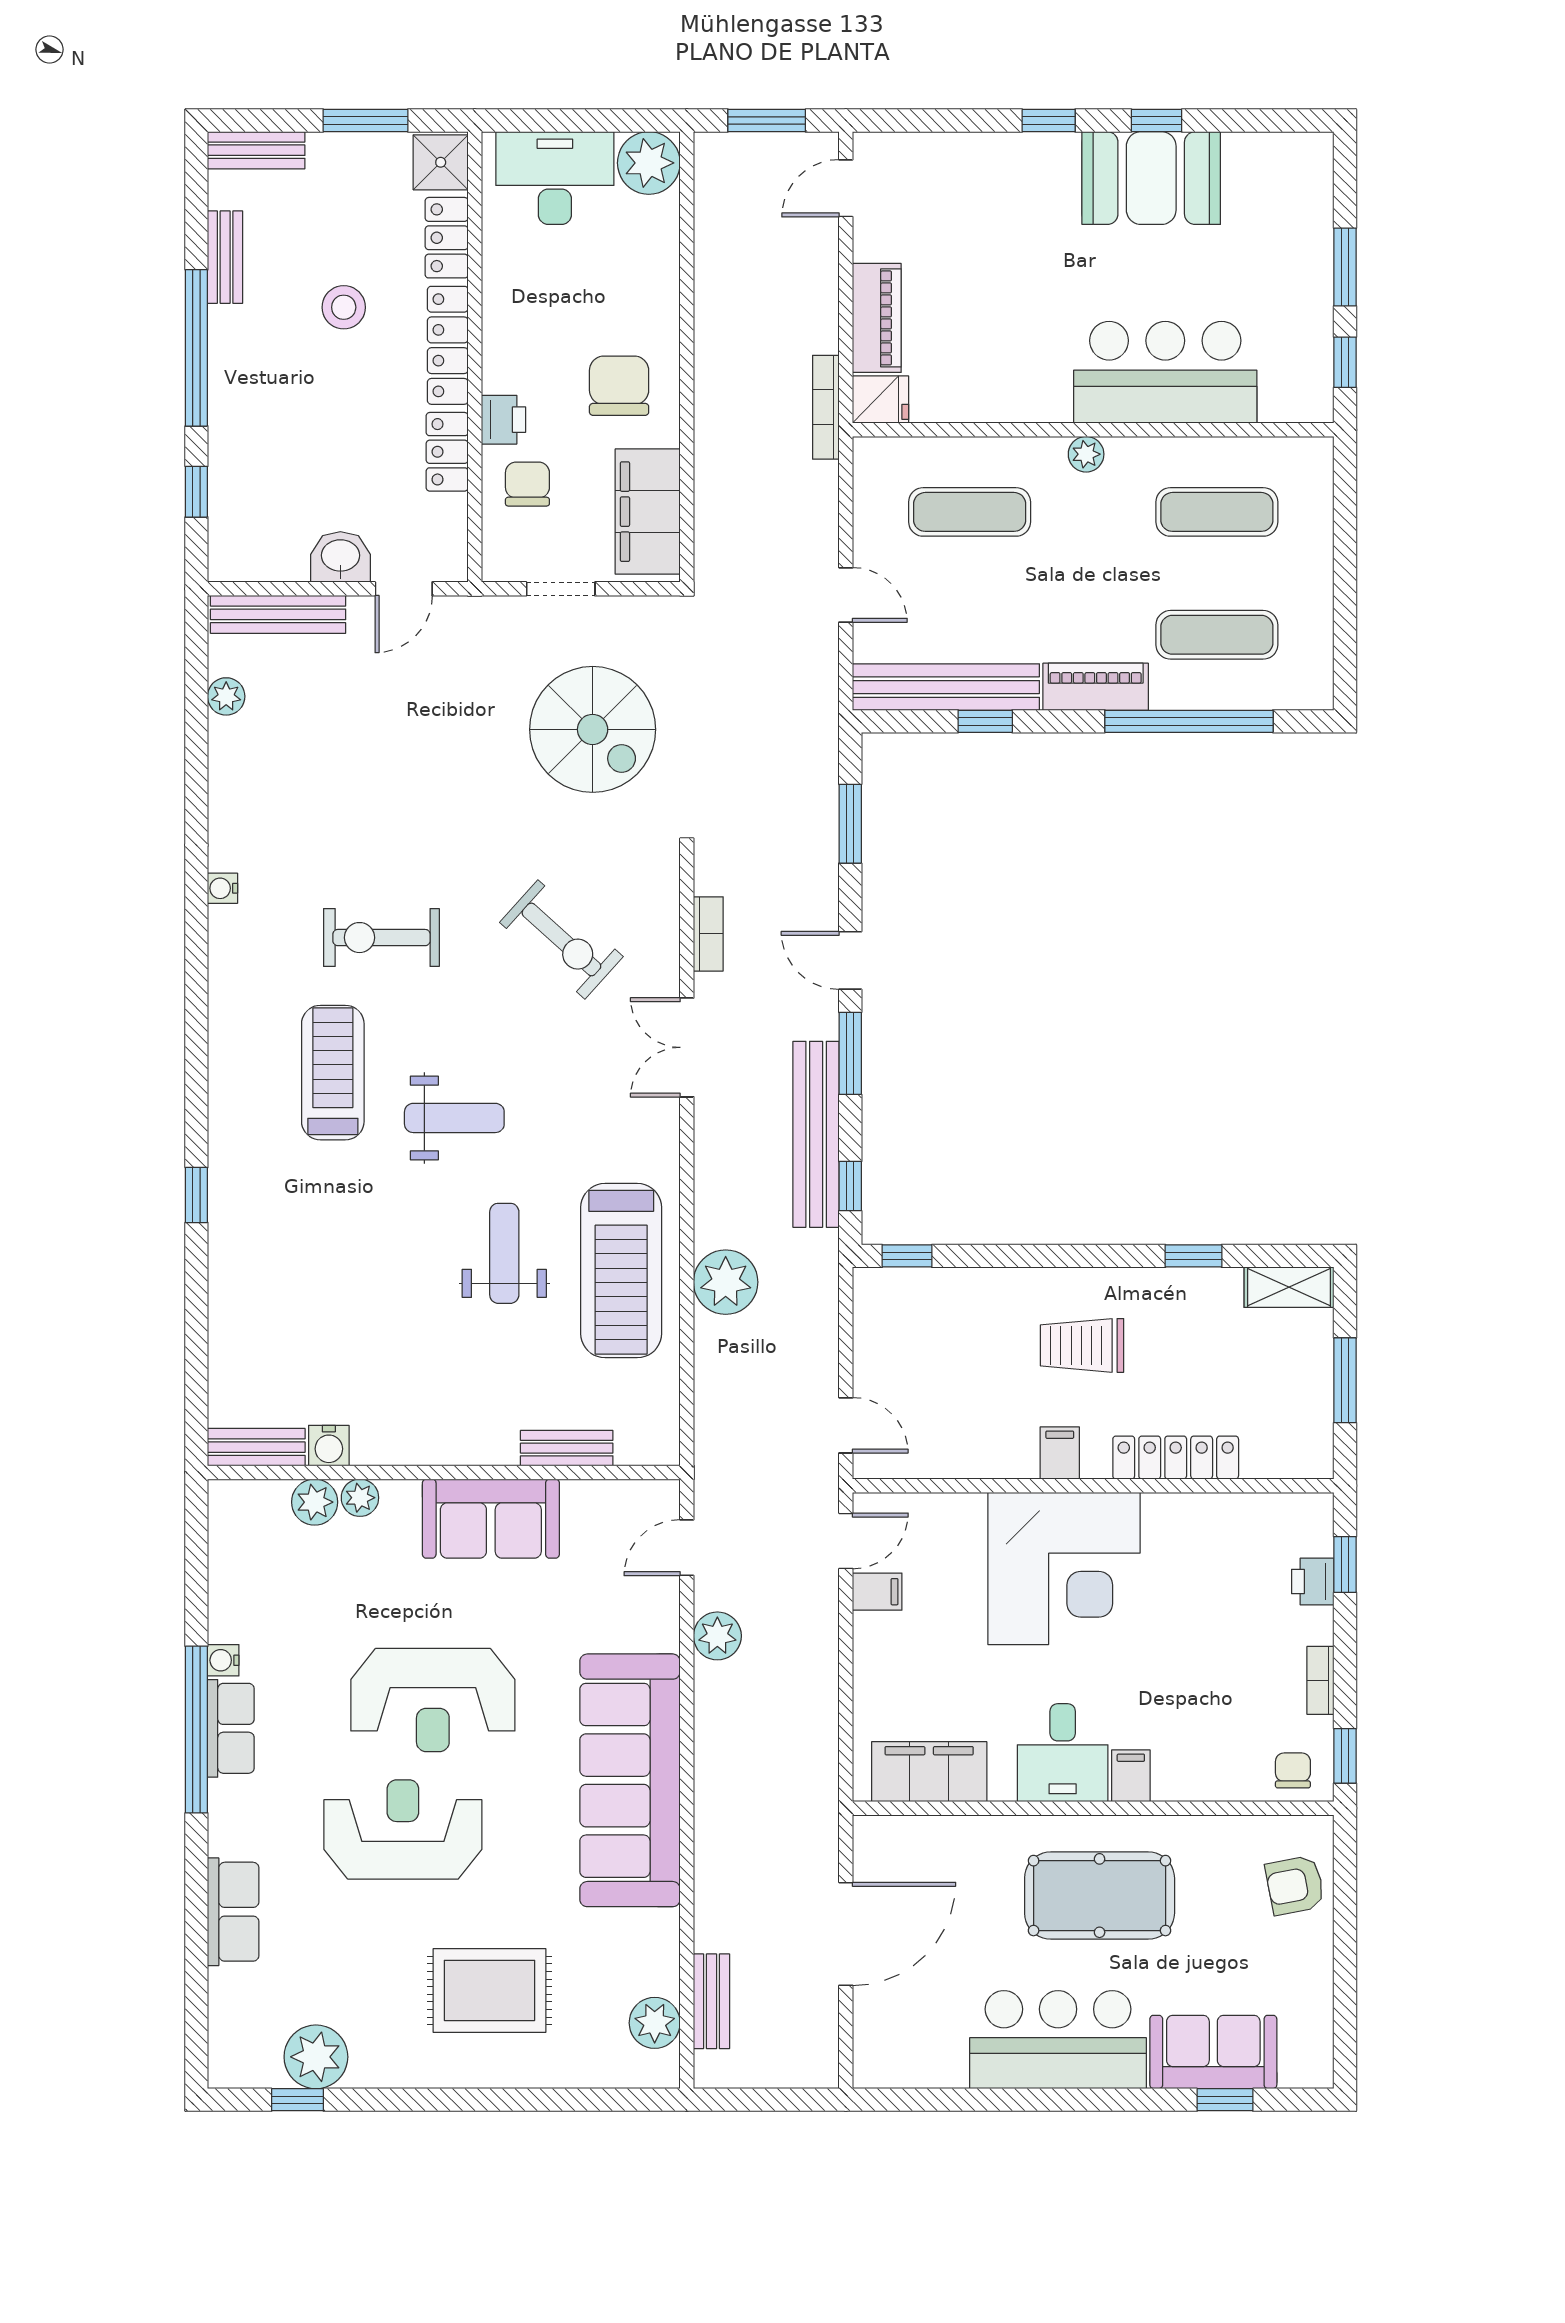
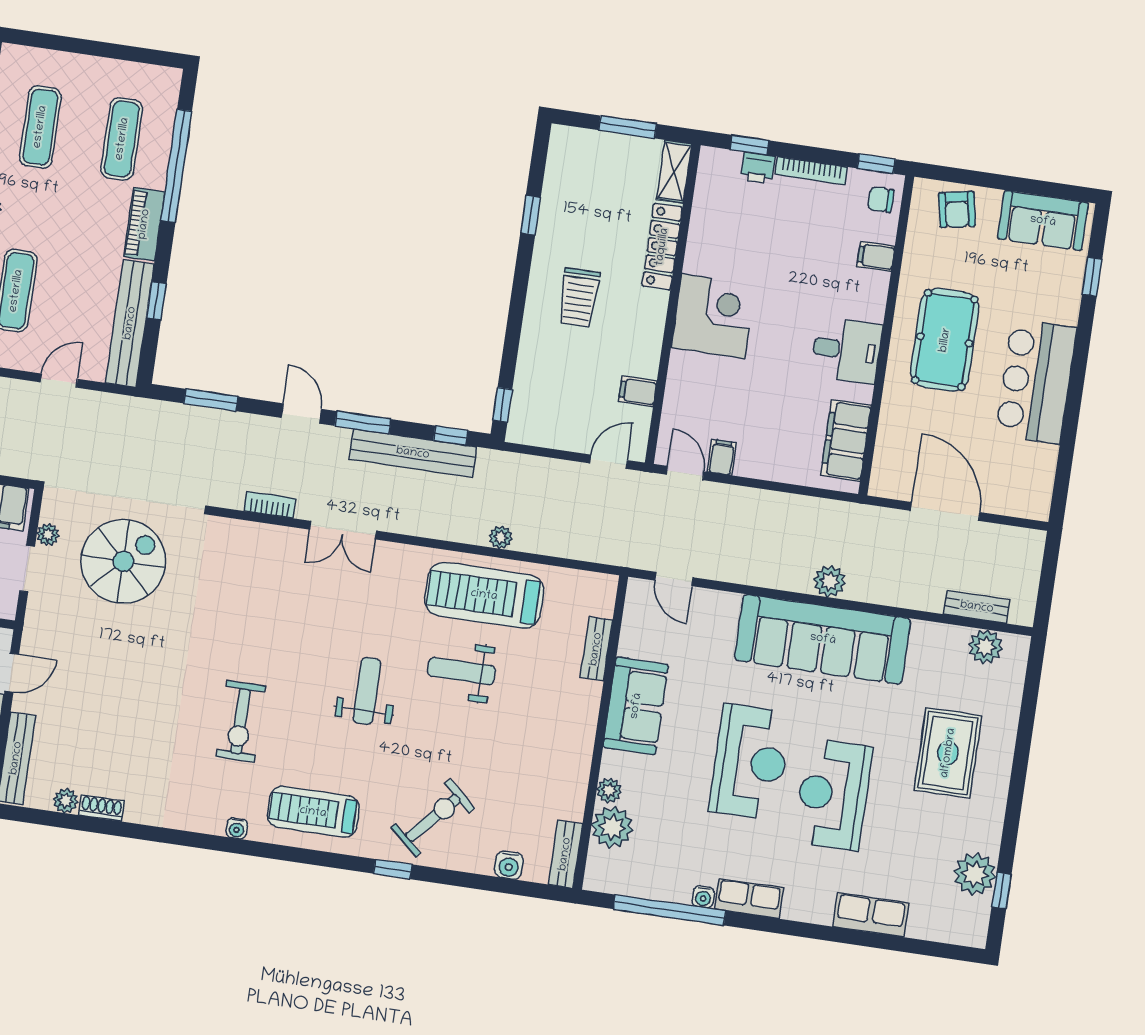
door: (404, 589) -> (12, 673), hinge flipped
plant: (616, 612) -> (48, 535), added
shoe rack: (223, 751) -> (101, 808), added
water cooler: (223, 888) -> (237, 828), moved
exercise bike: (561, 939) -> (433, 818), moved
door: (850, 960) -> (301, 413), swing flipped
treadmill: (333, 1073) -> (313, 812), moved
treadmill: (621, 1271) -> (484, 595), turned 180
plant: (726, 1282) -> (501, 537), width x0.53, depth x0.53
shelving: (1289, 1287) -> (674, 172), moved
water cooler: (329, 1446) -> (509, 865), moved, turned 90
filing cabinet: (1060, 1453) -> (638, 391), moved
plant: (315, 1502) -> (612, 827), width x1.36, depth x1.36
corner desk: (1064, 1568) -> (713, 316), width x0.74, depth x0.74
plant: (717, 1636) -> (830, 581), moved
bookcase: (1320, 1680) -> (811, 171), width x1.56
window: (196, 1730) -> (670, 910), moved
filing cabinet: (1131, 1776) -> (876, 257), moved
sofa: (1213, 2052) -> (1043, 221), moved, turned -90

